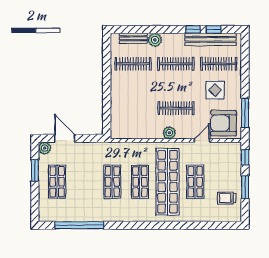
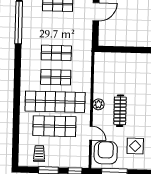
shop shelf: (195, 182) -> (54, 126), width x1.43, depth x1.36

